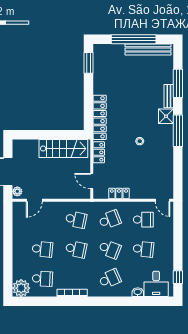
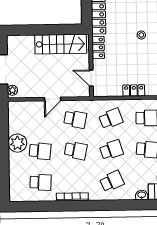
locker: (119, 193) -> (134, 90), moved
door: (34, 200) -> (53, 99), moved
school desk: (110, 249) -> (111, 150), turned -39
plant: (21, 288) -> (17, 143), moved

